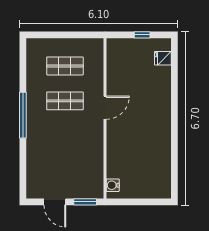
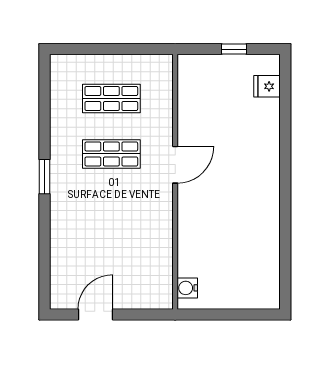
window: (23, 115) -> (44, 177), width x0.47
door: (55, 202) -> (95, 314), swing flipped
window: (85, 202) -> (144, 314), removed

